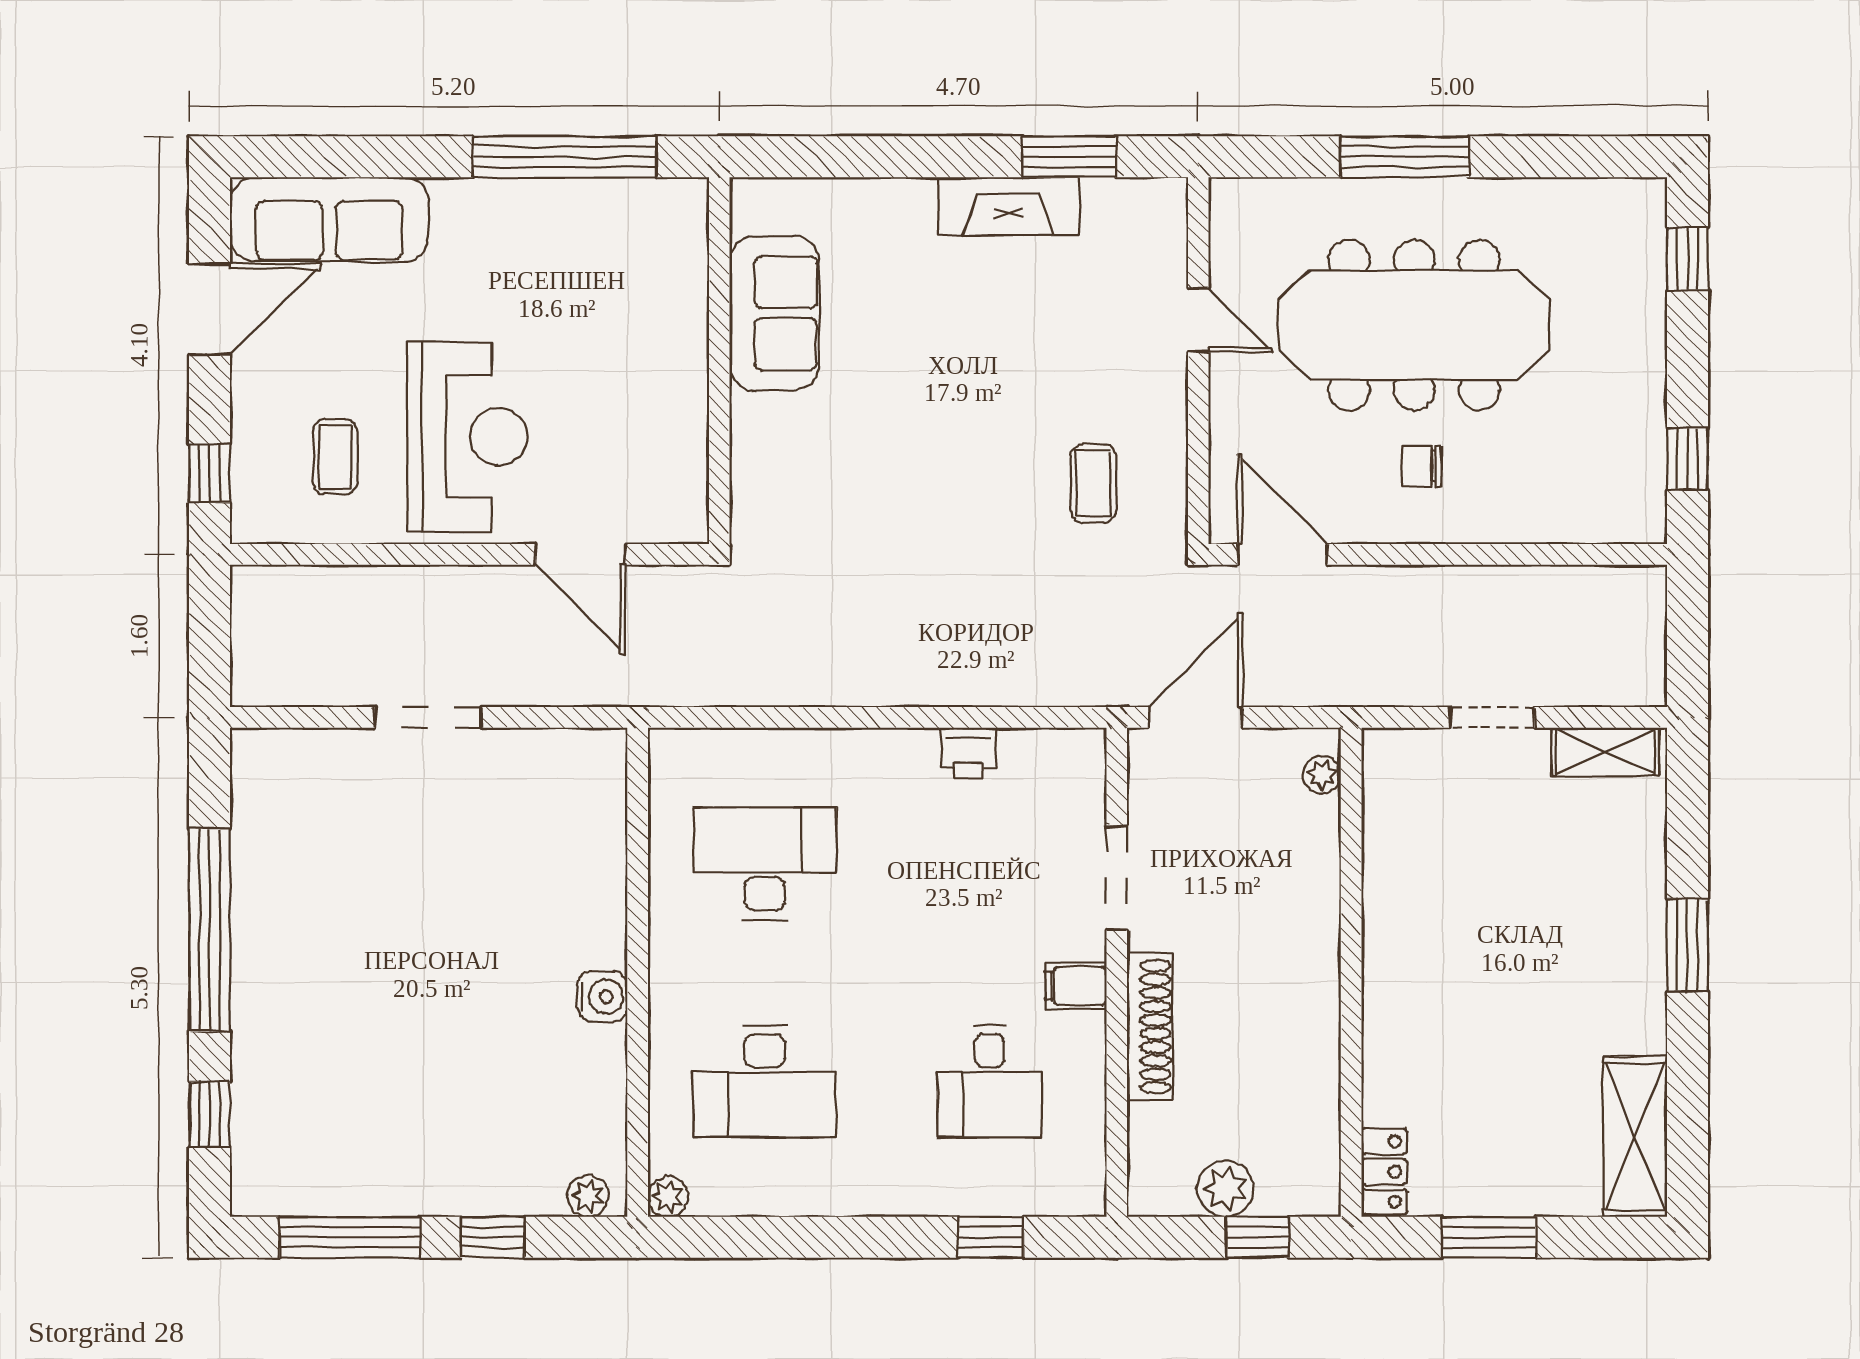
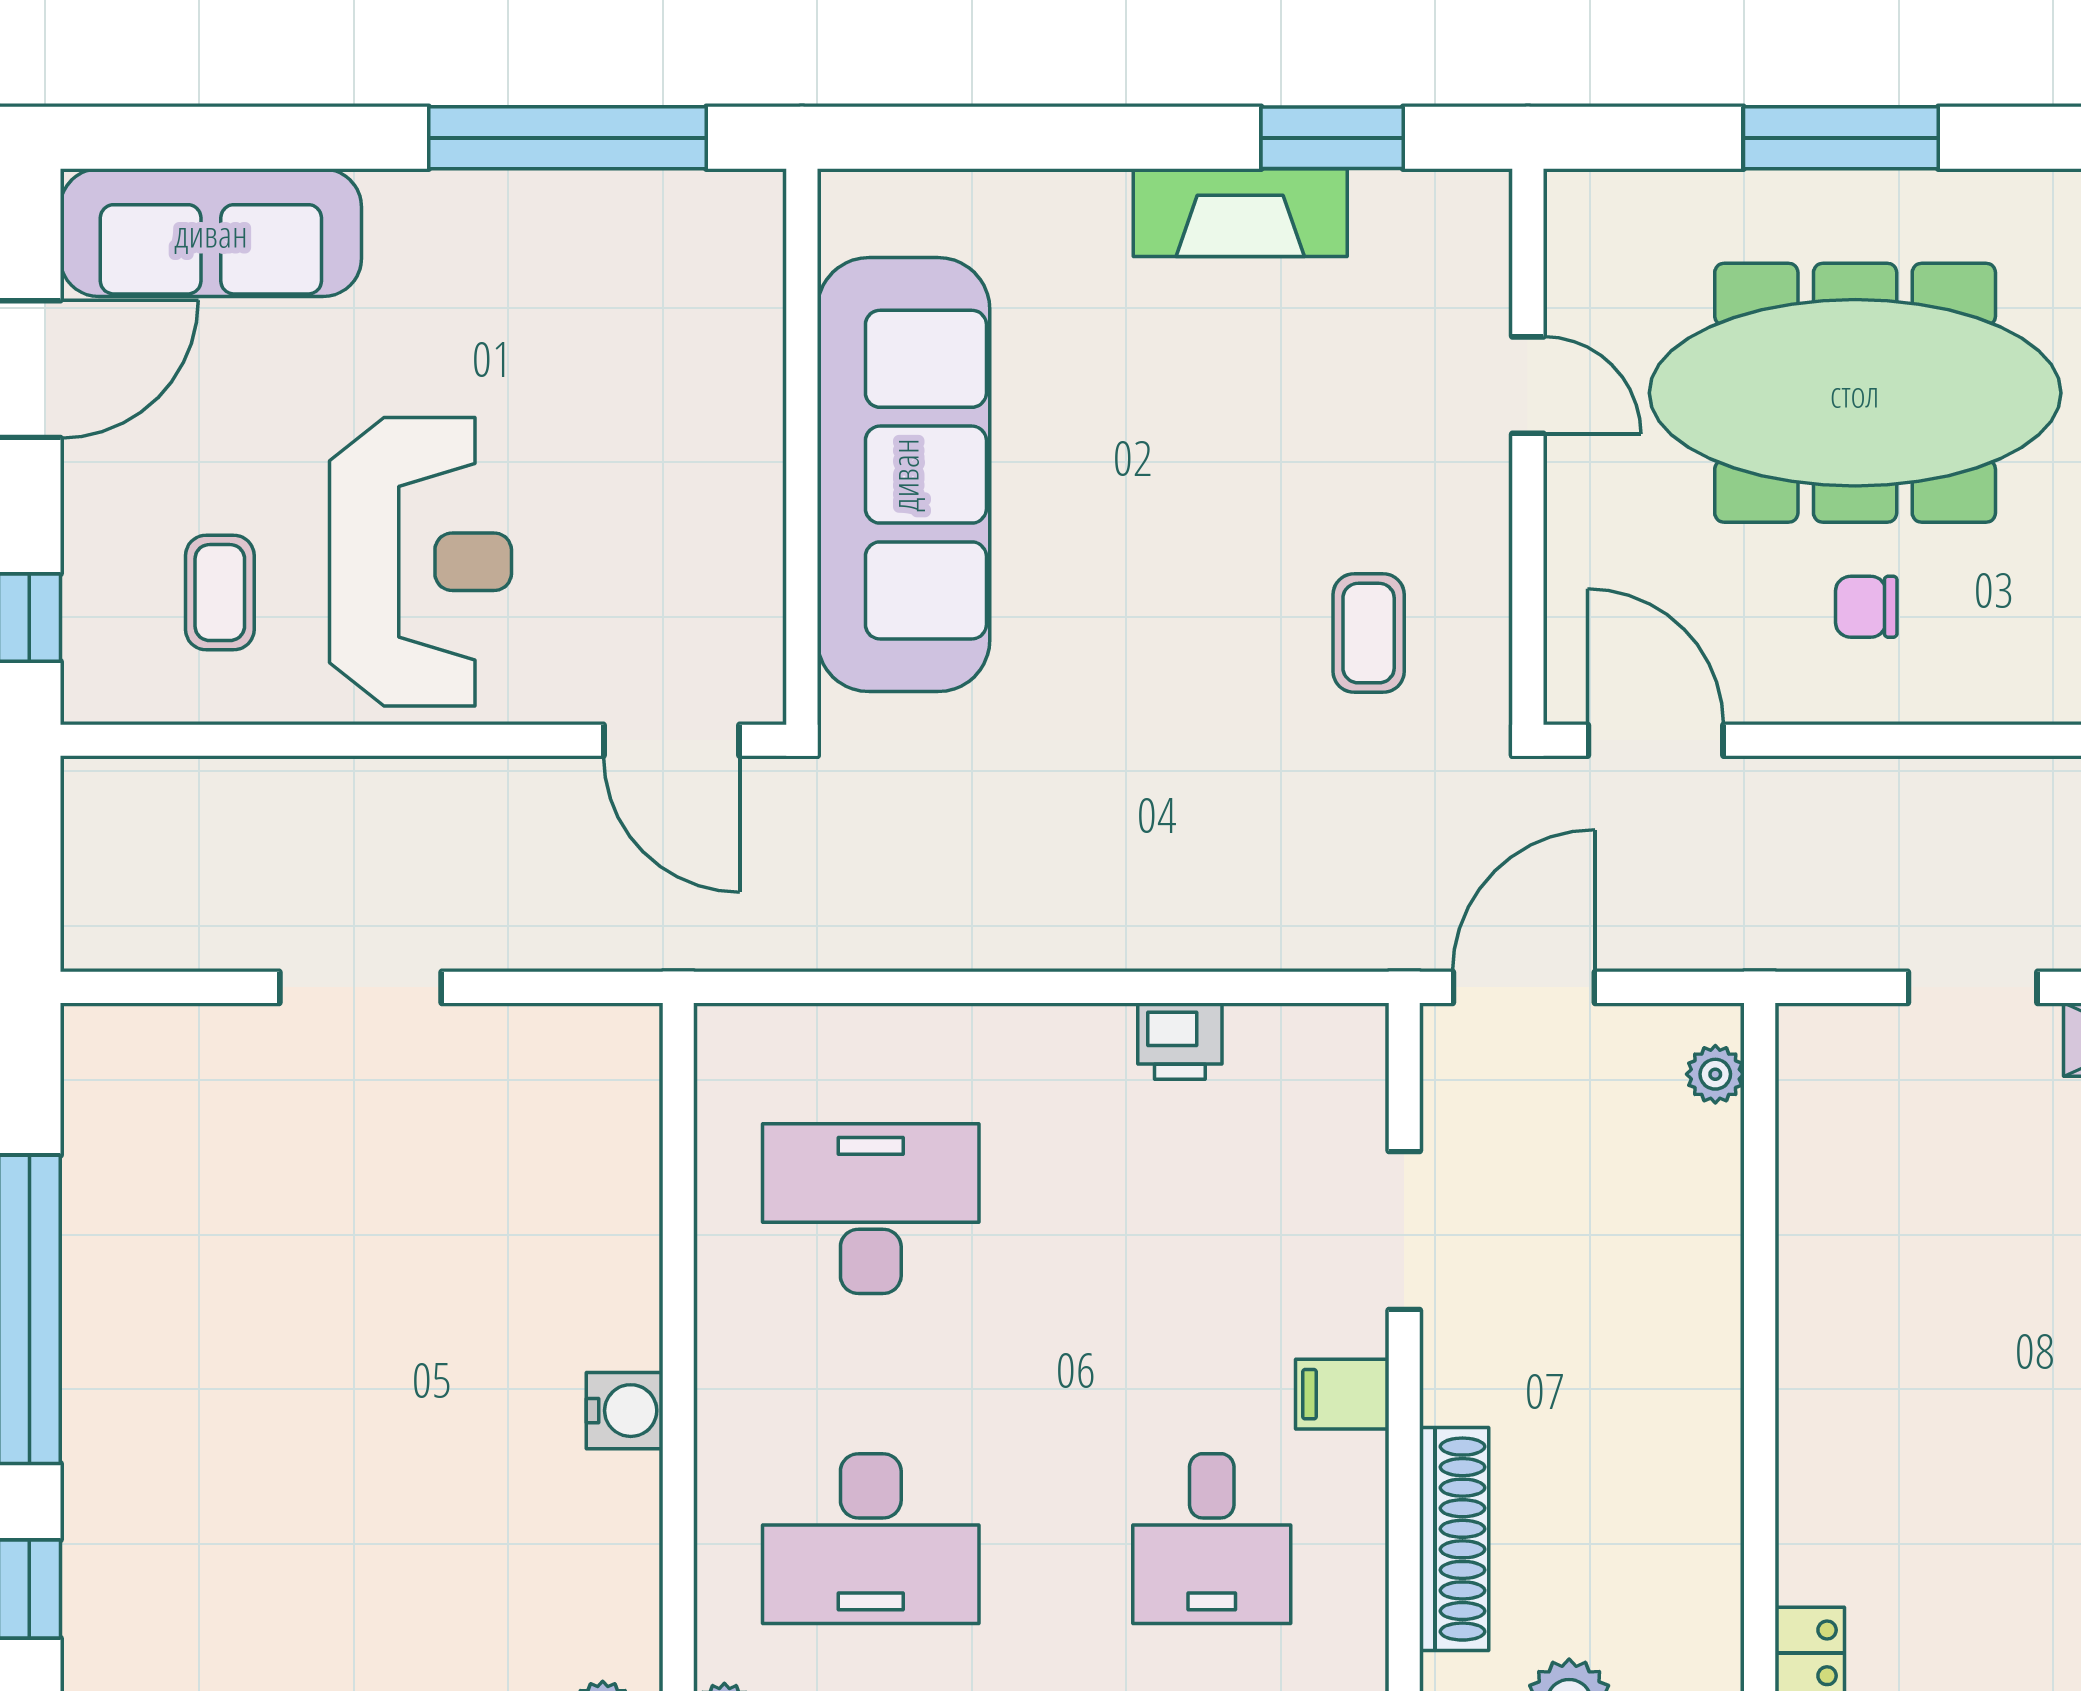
sofa: (774, 313) -> (904, 475), width x1.85, depth x1.27
door: (580, 554) -> (672, 740), moved
shoe rack: (1150, 1027) -> (1454, 1539), moved

